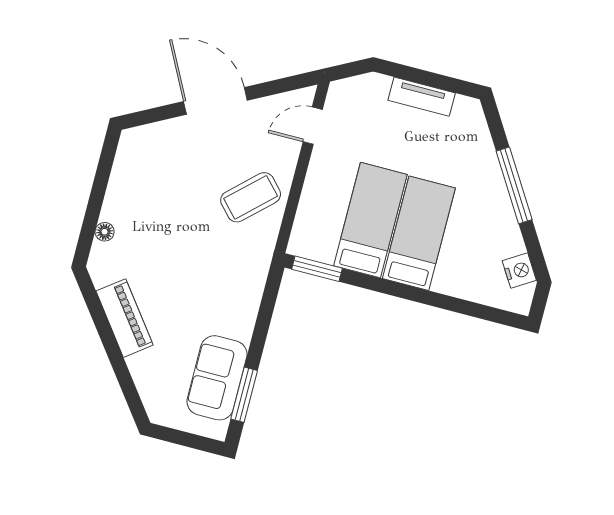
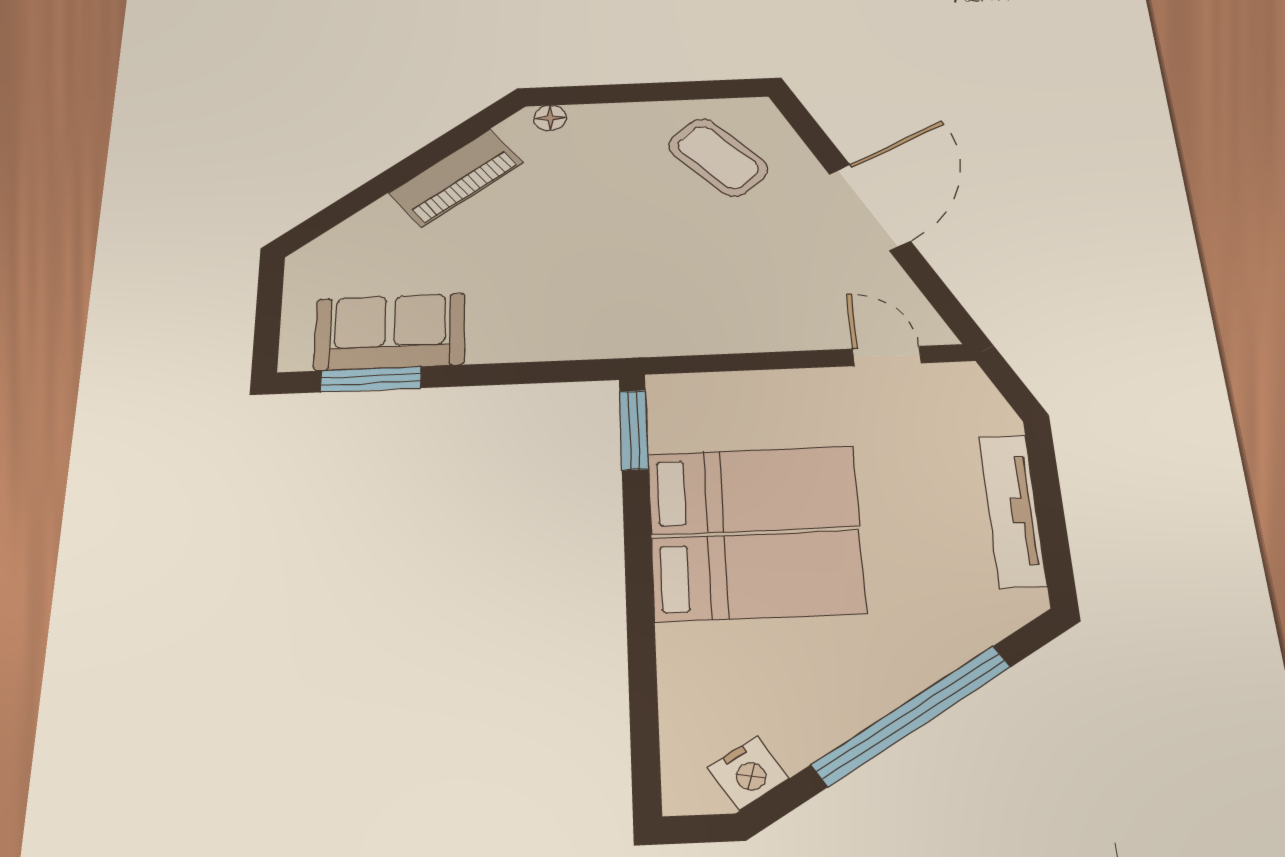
tv unit: (422, 97) -> (1013, 510), width x1.41
window: (514, 185) -> (912, 715), width x1.46
coffee table: (251, 197) -> (718, 157), moved
floor lamp: (105, 232) -> (550, 118), moved

